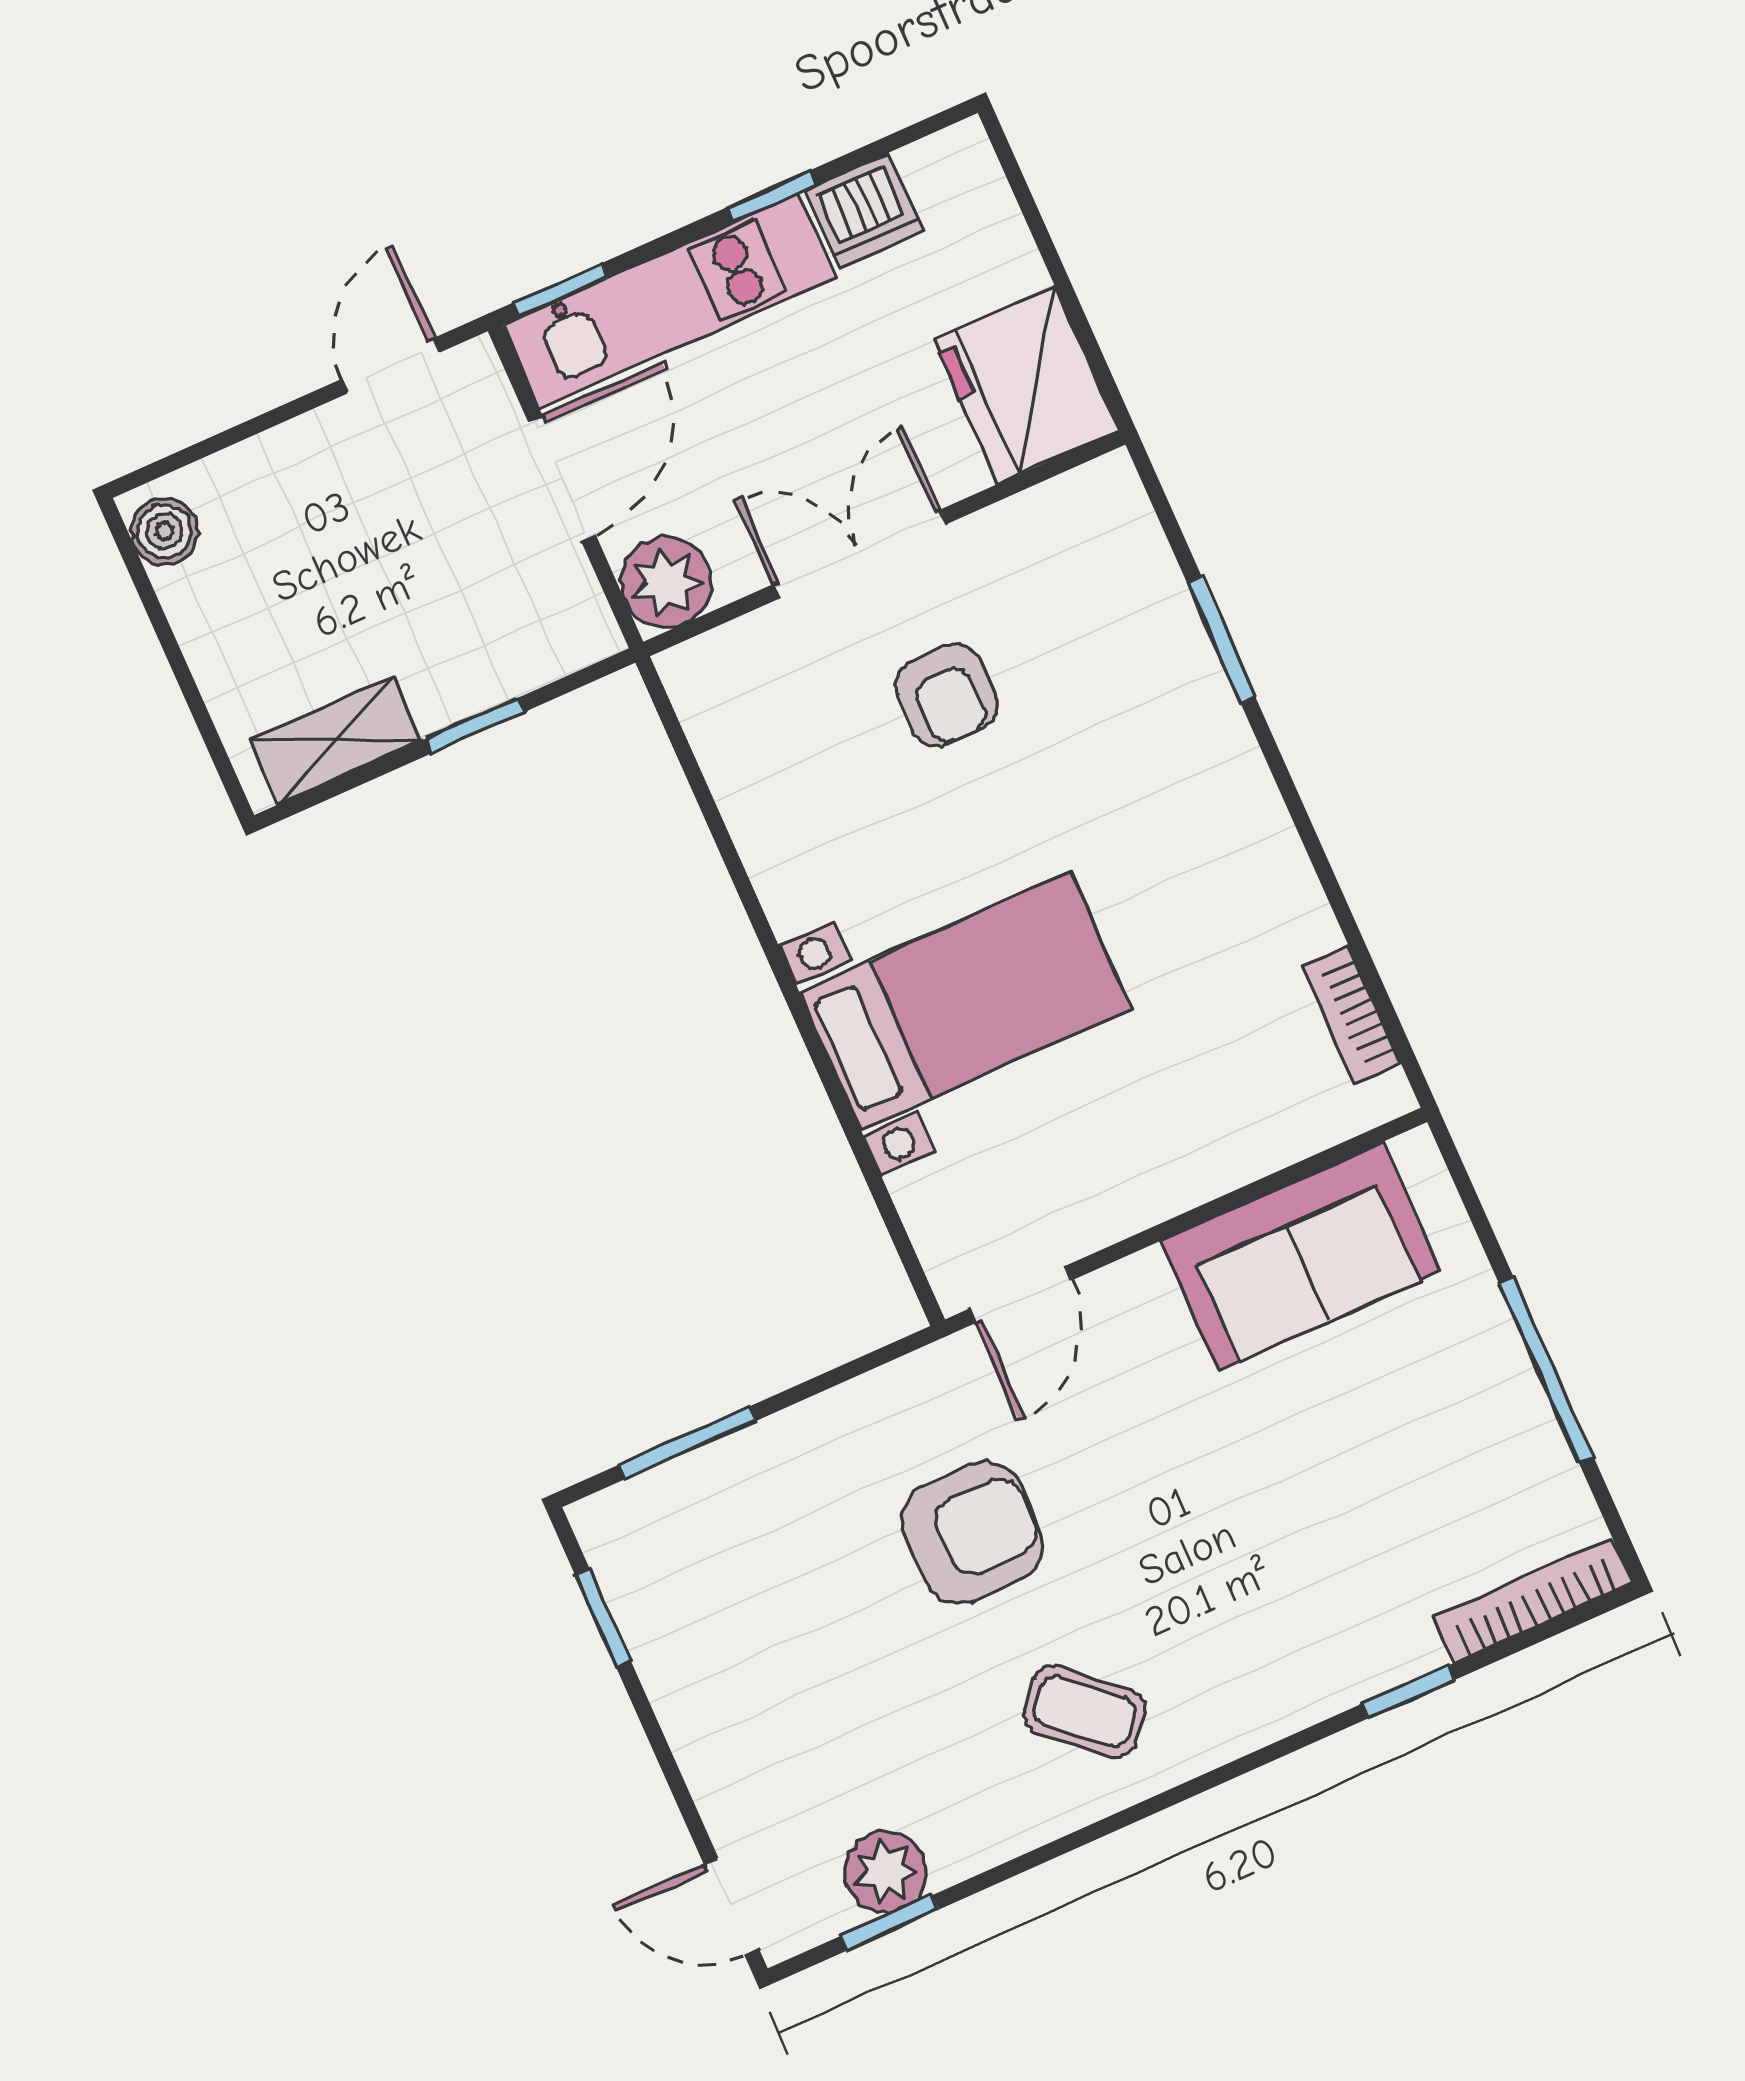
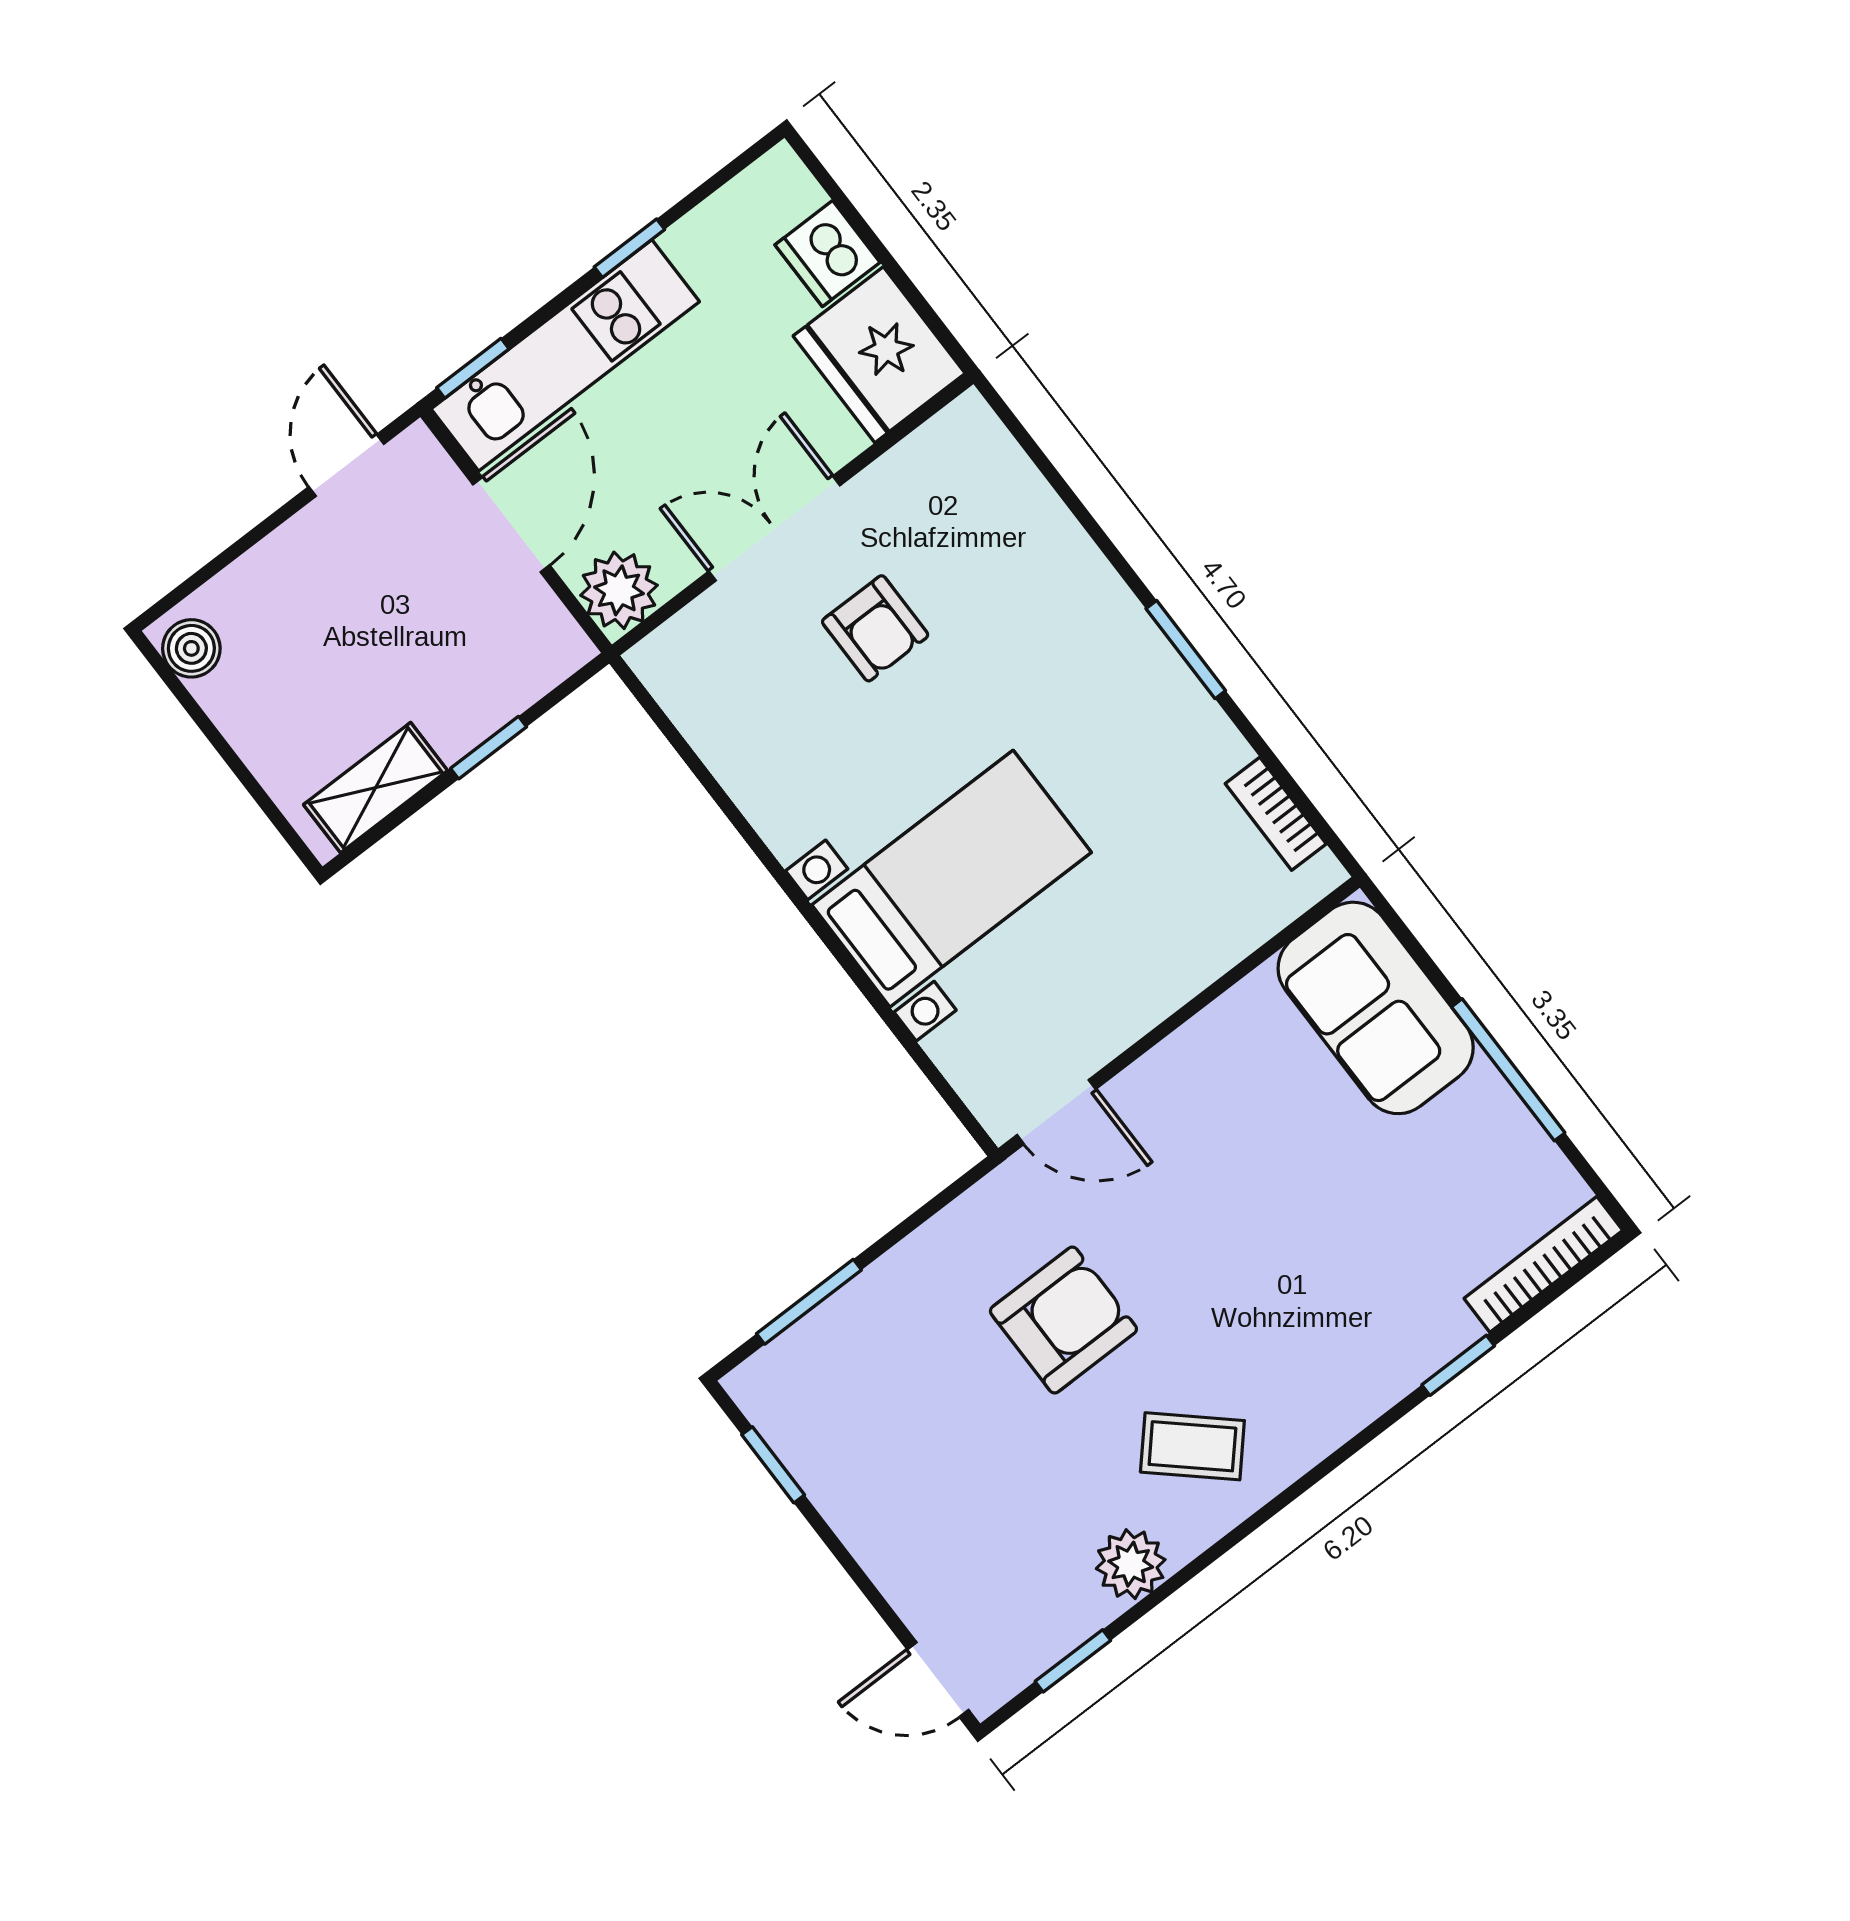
dishwasher: (864, 210) -> (827, 254), moved, turned 90
window: (1221, 640) -> (1186, 650), moved
sofa: (1301, 1256) -> (1376, 1008), moved, turned 90
door: (1021, 1294) -> (1056, 1112), hinge flipped
plant: (885, 1871) -> (1131, 1564), moved

